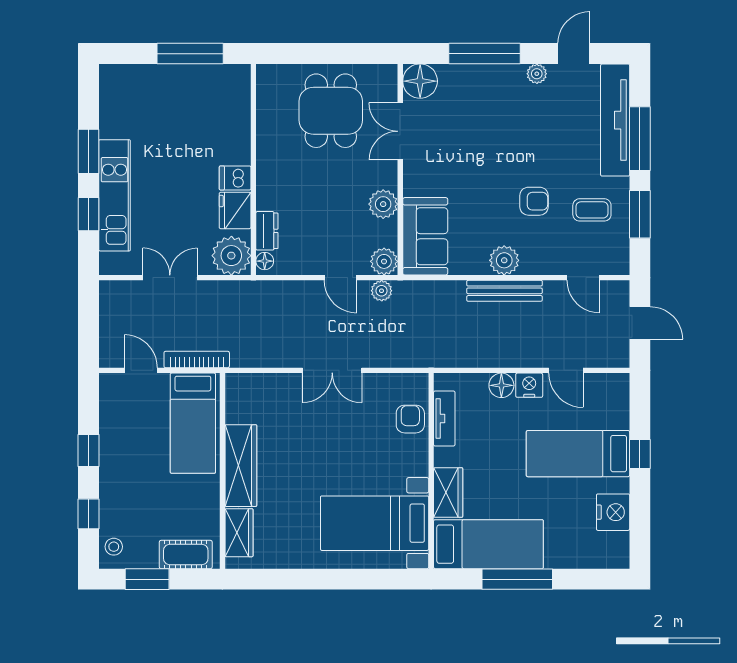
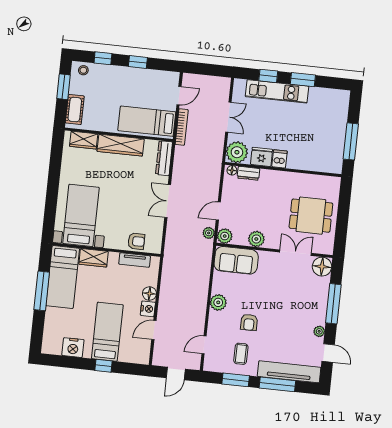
bench: (504, 291) -> (201, 301), removed
dresser: (256, 385) -> (164, 158), added

